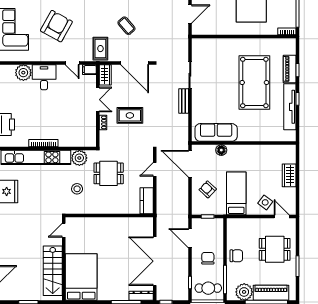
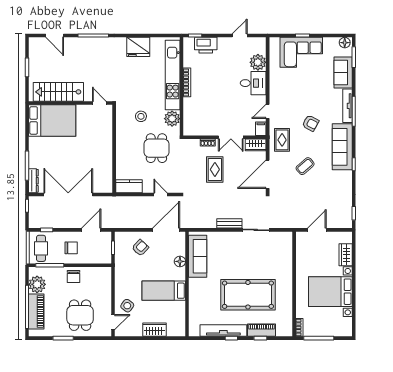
door: (190, 14) -> (317, 230), swing flipped
armchair: (56, 26) -> (311, 123), moved, width x0.53, depth x0.53
rug: (100, 49) -> (282, 140), turned 90
bed: (236, 193) -> (164, 291), moved, turned 180

